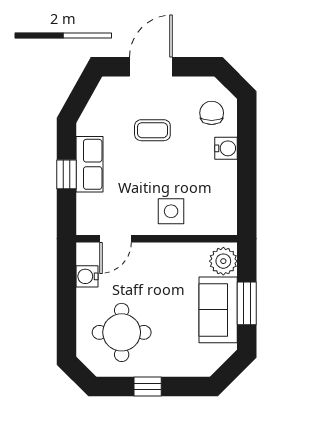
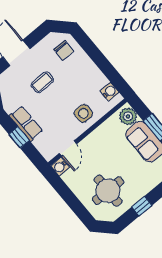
chair: (212, 113) -> (64, 51), turned 180
water cooler: (226, 148) -> (110, 92), moved
water cooler: (87, 276) -> (60, 167), moved

